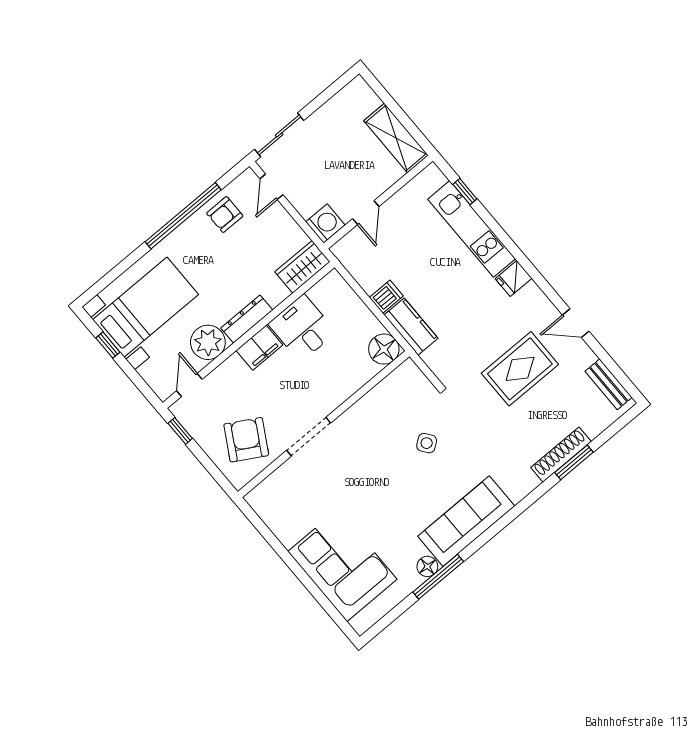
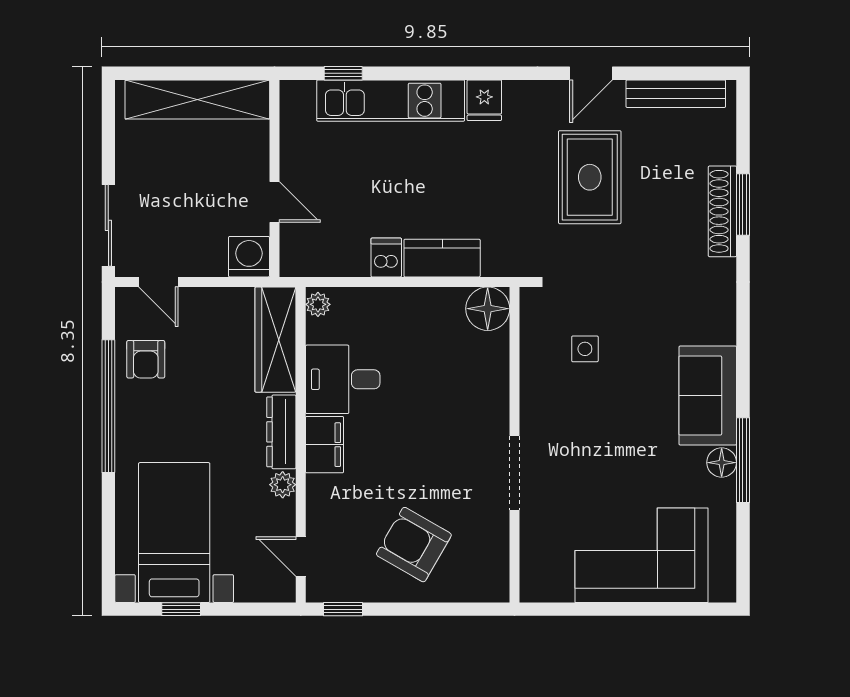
shelving: (396, 138) -> (197, 99), width x1.47
wardrobe: (302, 267) -> (275, 340), width x1.50
plant: (331, 281) -> (318, 304), added
plant: (208, 342) -> (283, 485), width x0.53, depth x0.53
floor lamp: (384, 349) -> (488, 309), moved
bench: (609, 384) -> (676, 94), width x1.36
wall: (324, 424) -> (514, 445), moved
doorway: (309, 437) -> (514, 473), moved
side table: (427, 443) -> (585, 349), turned 37
sofa: (466, 521) -> (708, 396), width x0.73

